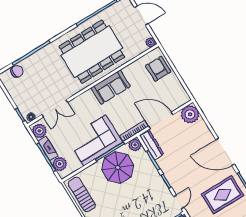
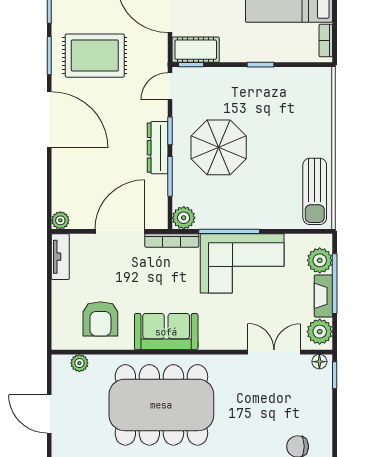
plant: (151, 42) -> (79, 363), moved
armchair: (158, 69) -> (100, 319), moved
tv unit: (181, 92) -> (60, 257), added
plant: (190, 114) -> (60, 220), width x0.53, depth x0.53
door: (161, 120) -> (120, 231), swing flipped
dresser: (152, 145) -> (158, 148), moved
parasol: (118, 167) -> (219, 147), moved

